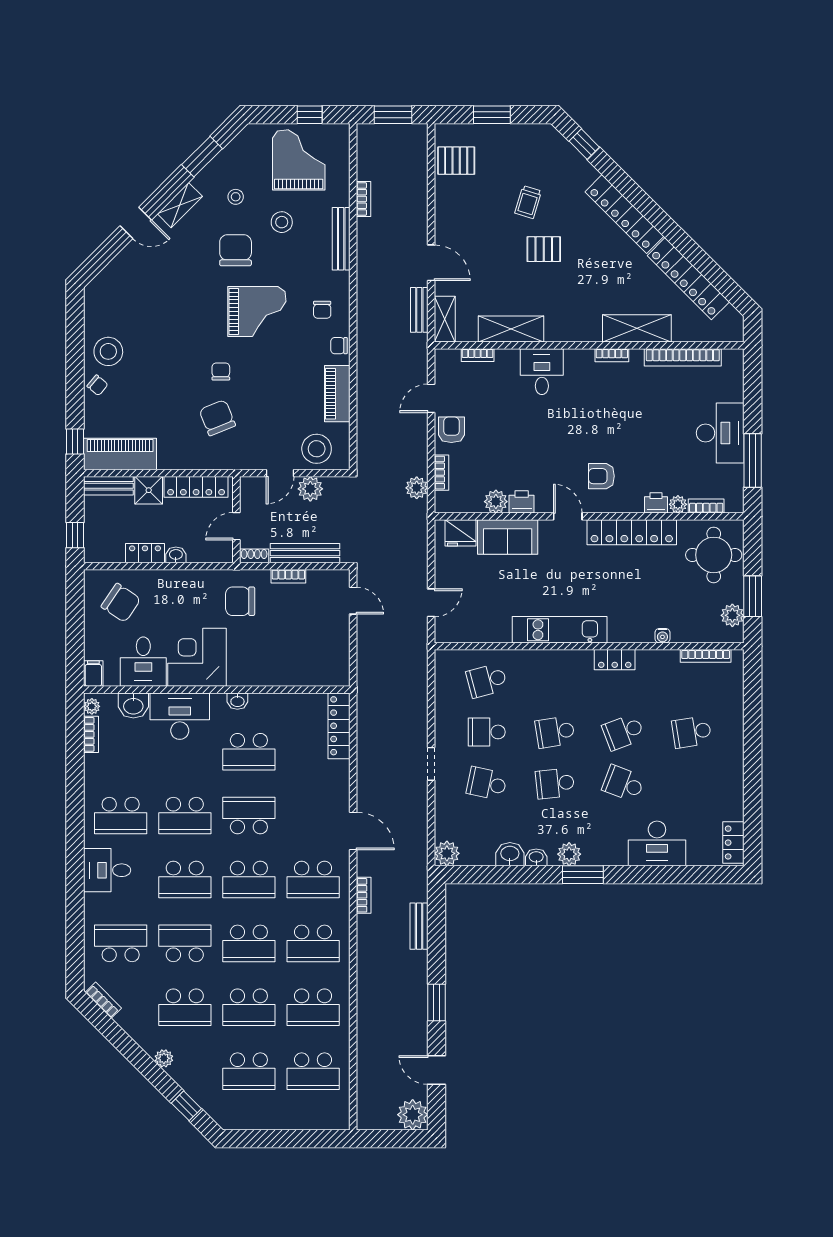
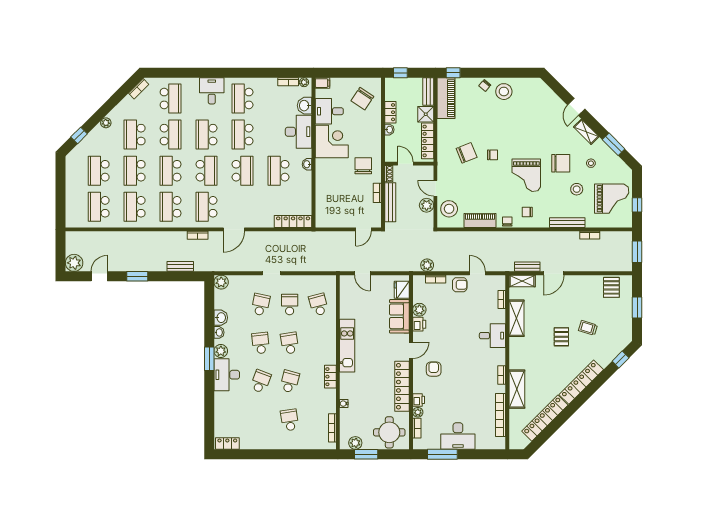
school desk: (623, 732) -> (290, 382), turned 36
desk: (657, 843) -> (227, 375), moved
school desk: (249, 879) -> (207, 171), turned 180

